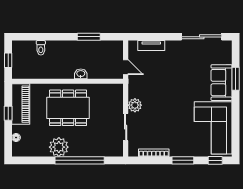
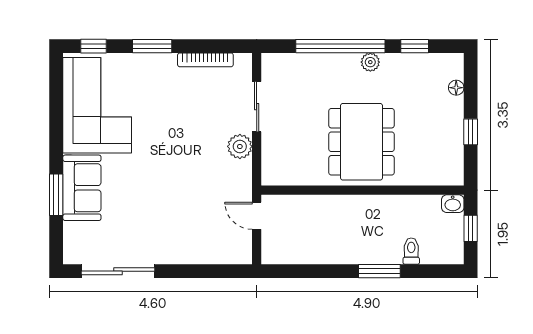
window: (89, 37) -> (379, 271), moved
tv unit: (151, 46) -> (210, 255), removed
washbasin: (81, 74) -> (453, 204), moved
piano: (21, 104) -> (448, 149), removed
dining table: (68, 108) -> (361, 142), turned 90
plant: (59, 147) -> (370, 62), width x0.53, depth x0.53
window: (39, 160) -> (415, 46), added

